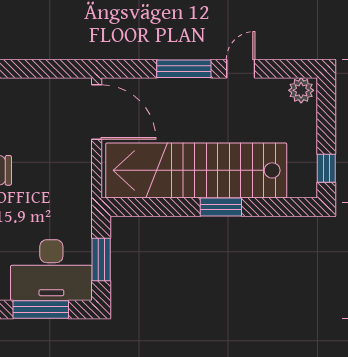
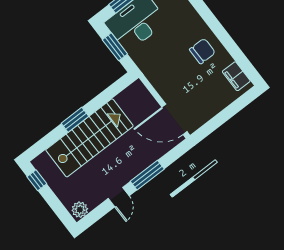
stairs: (196, 170) -> (89, 138), width x0.73

